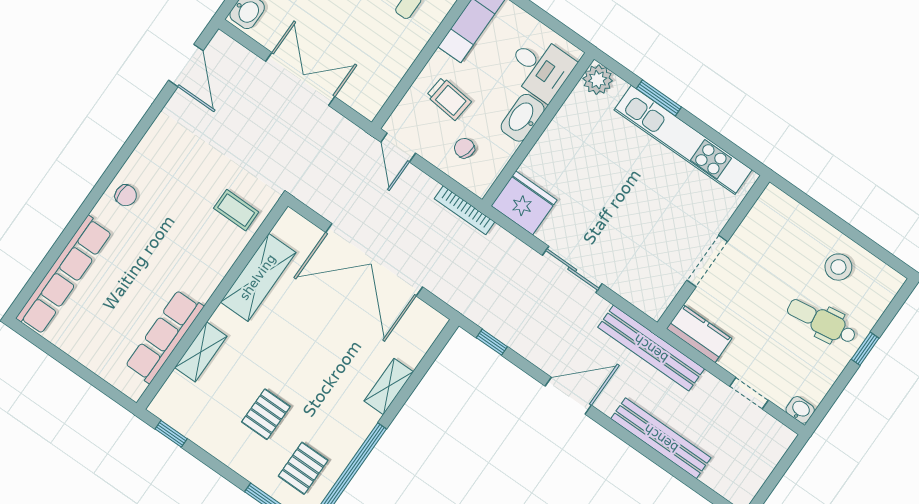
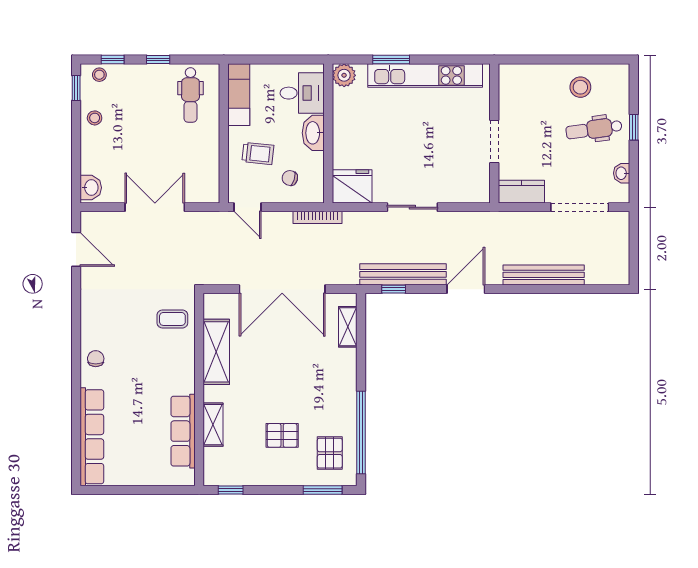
chair: (126, 195) -> (96, 359), turned -90
bench: (651, 348) -> (403, 274), moved
shelving: (389, 386) -> (348, 327), moved
doorway: (749, 393) -> (580, 207), width x1.88
washbasin: (800, 410) -> (622, 173), moved, turned -90
pallet: (266, 414) -> (282, 435), turned 90

